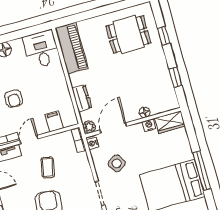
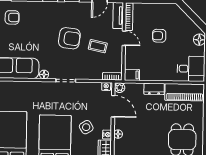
dresser: (82, 98) -> (154, 89), moved
filing cabinet: (54, 121) -> (132, 75), moved
side table: (117, 163) -> (86, 127), moved

